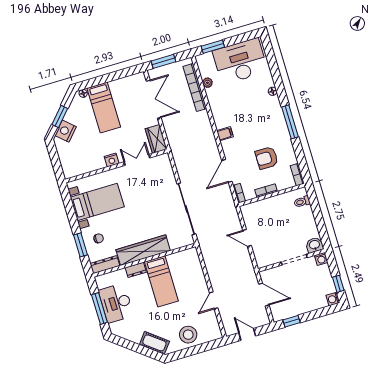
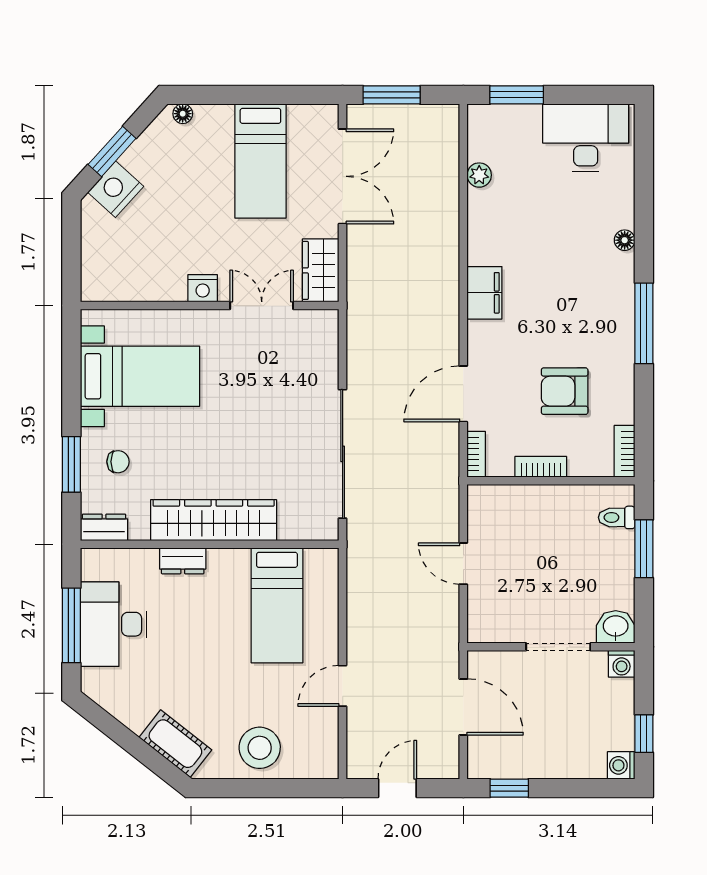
desk: (240, 61) -> (586, 138), width x0.73, depth x0.77
bookcase: (195, 87) -> (447, 177), removed
bed: (104, 108) -> (260, 161), moved
filing cabinet: (225, 134) -> (484, 293), width x2.00
window: (316, 211) -> (644, 549), added
dresser: (105, 265) -> (104, 527), width x0.70
bed: (161, 281) -> (277, 605), moved
door: (247, 334) -> (397, 788), hinge flipped

